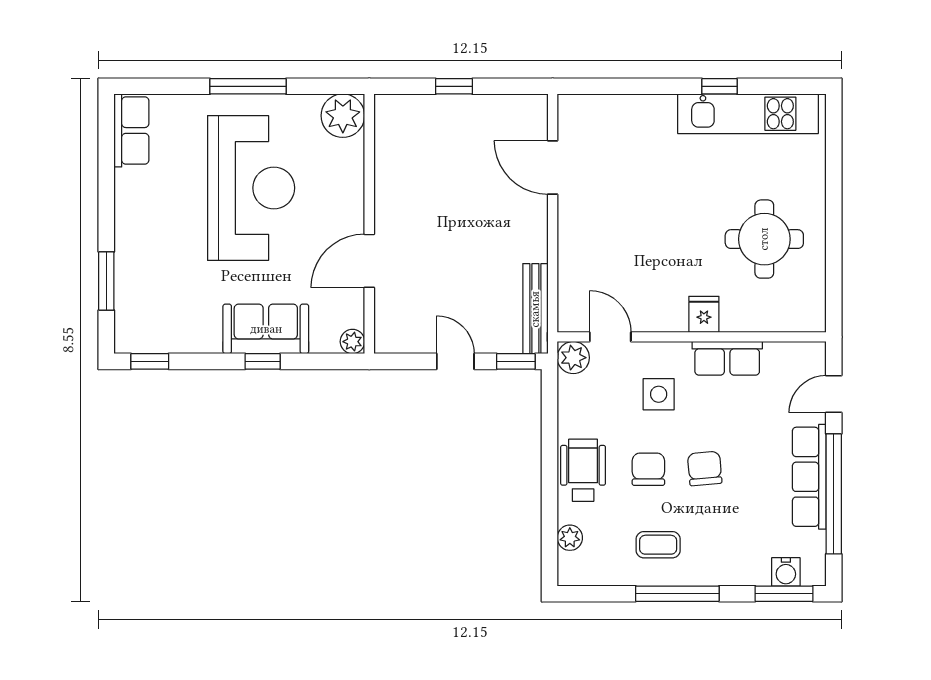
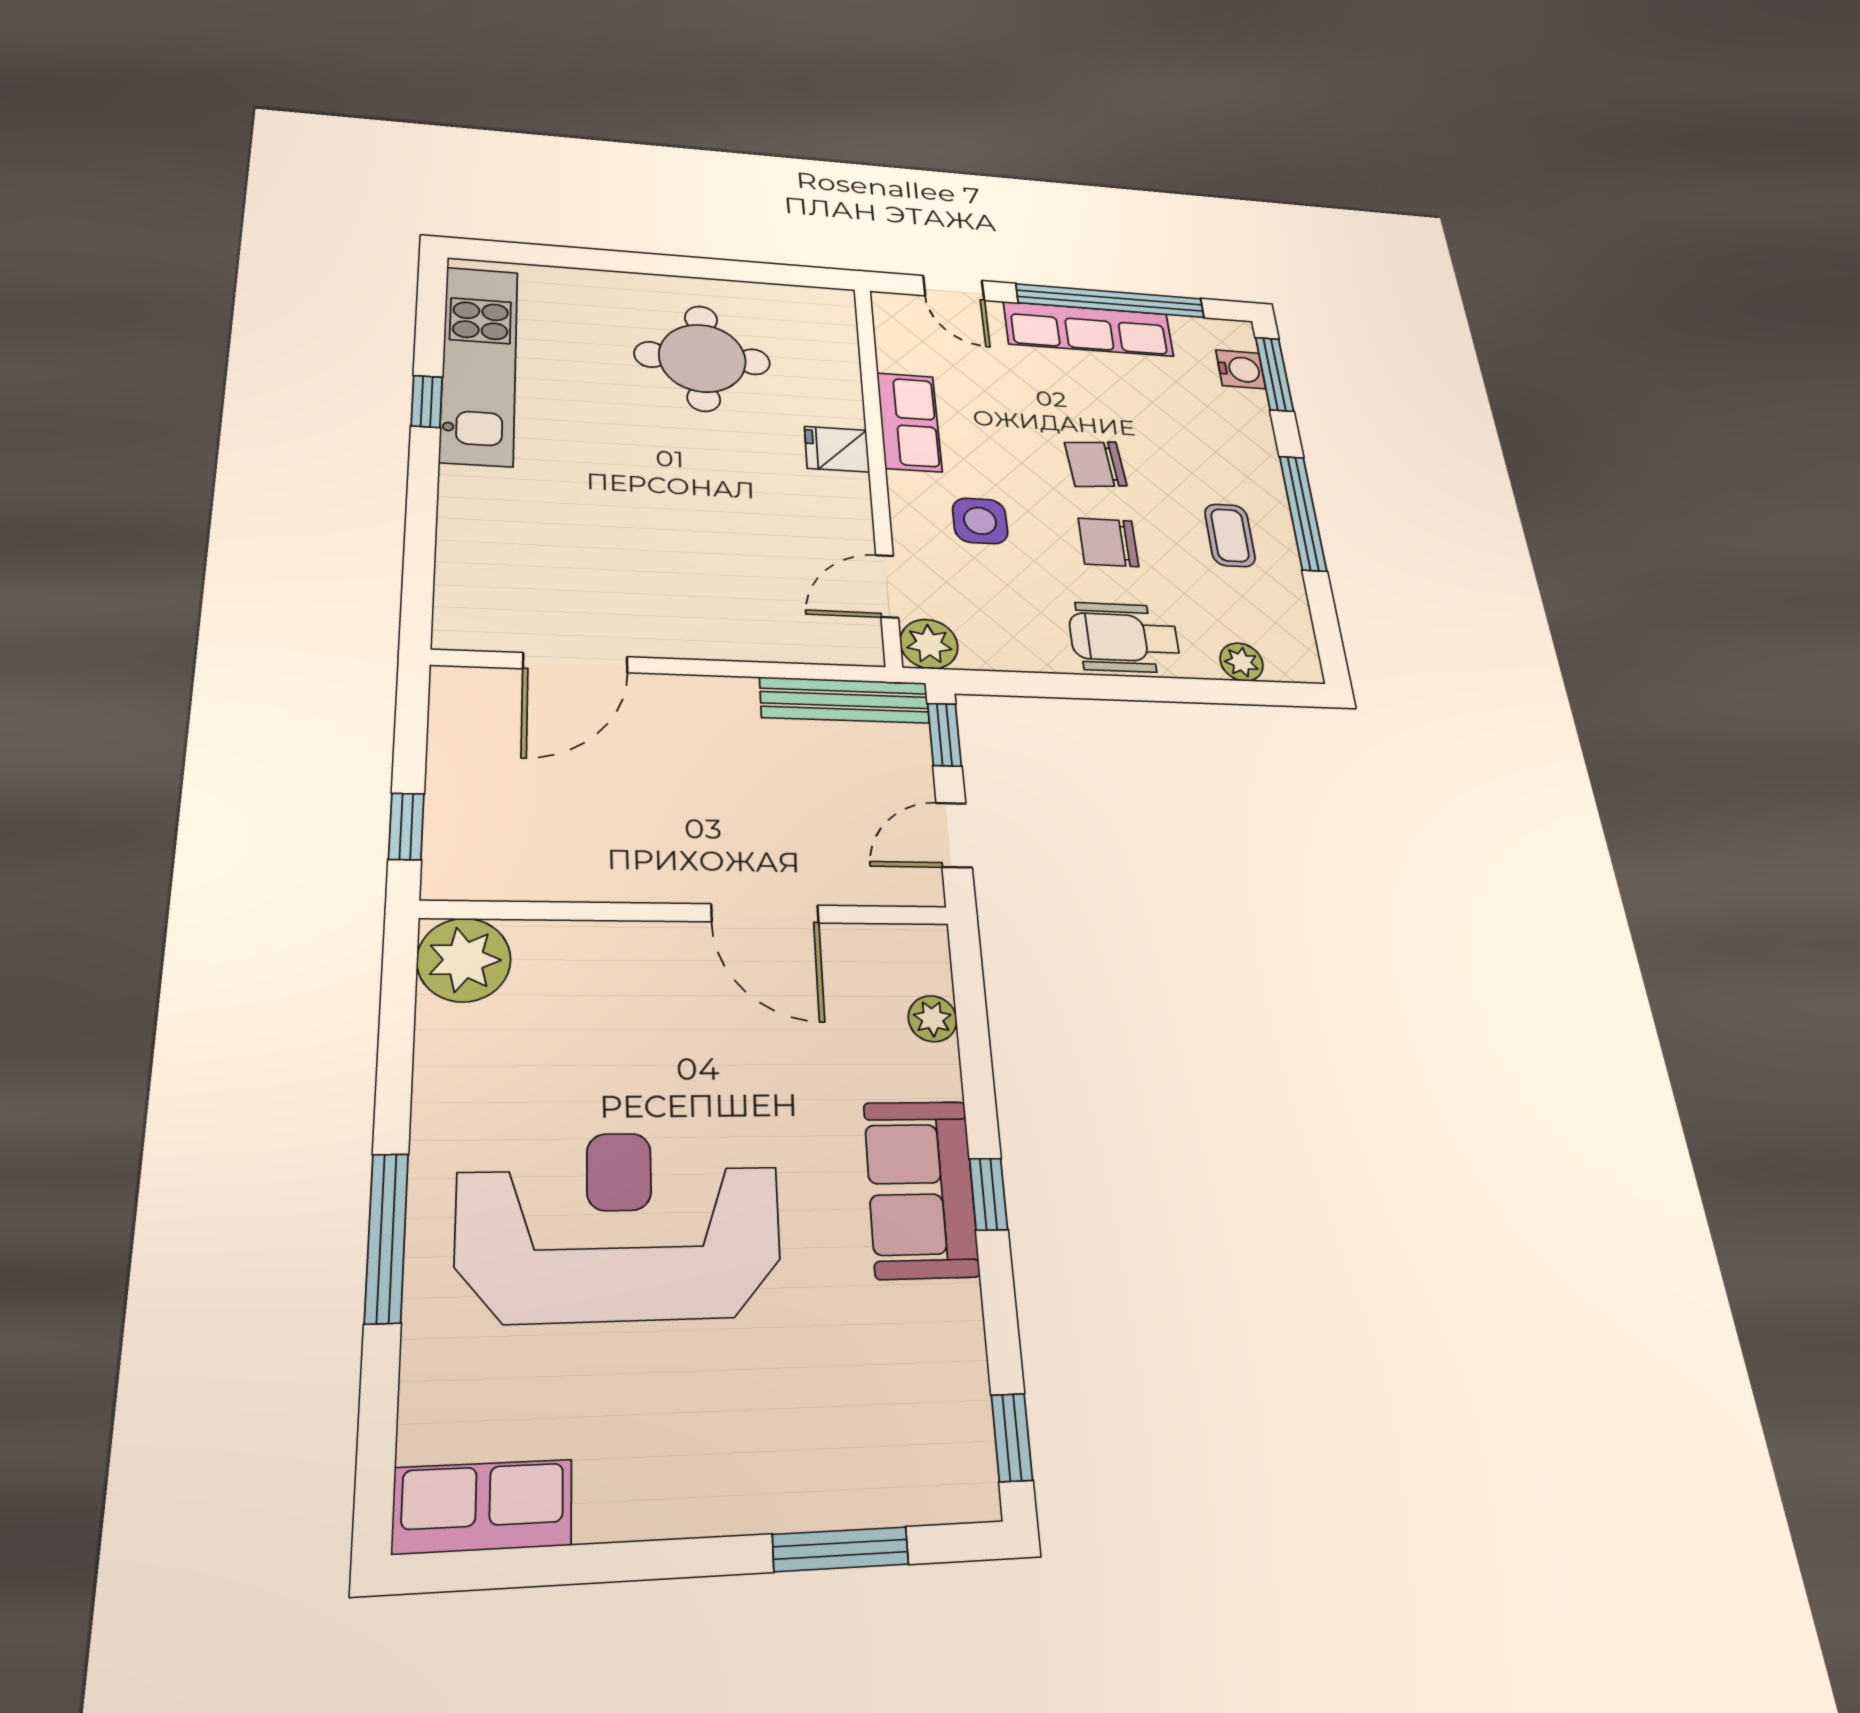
plant: (343, 116) -> (464, 960), moved
wall: (369, 224) -> (690, 913), moved
door: (369, 261) -> (765, 913), moved

